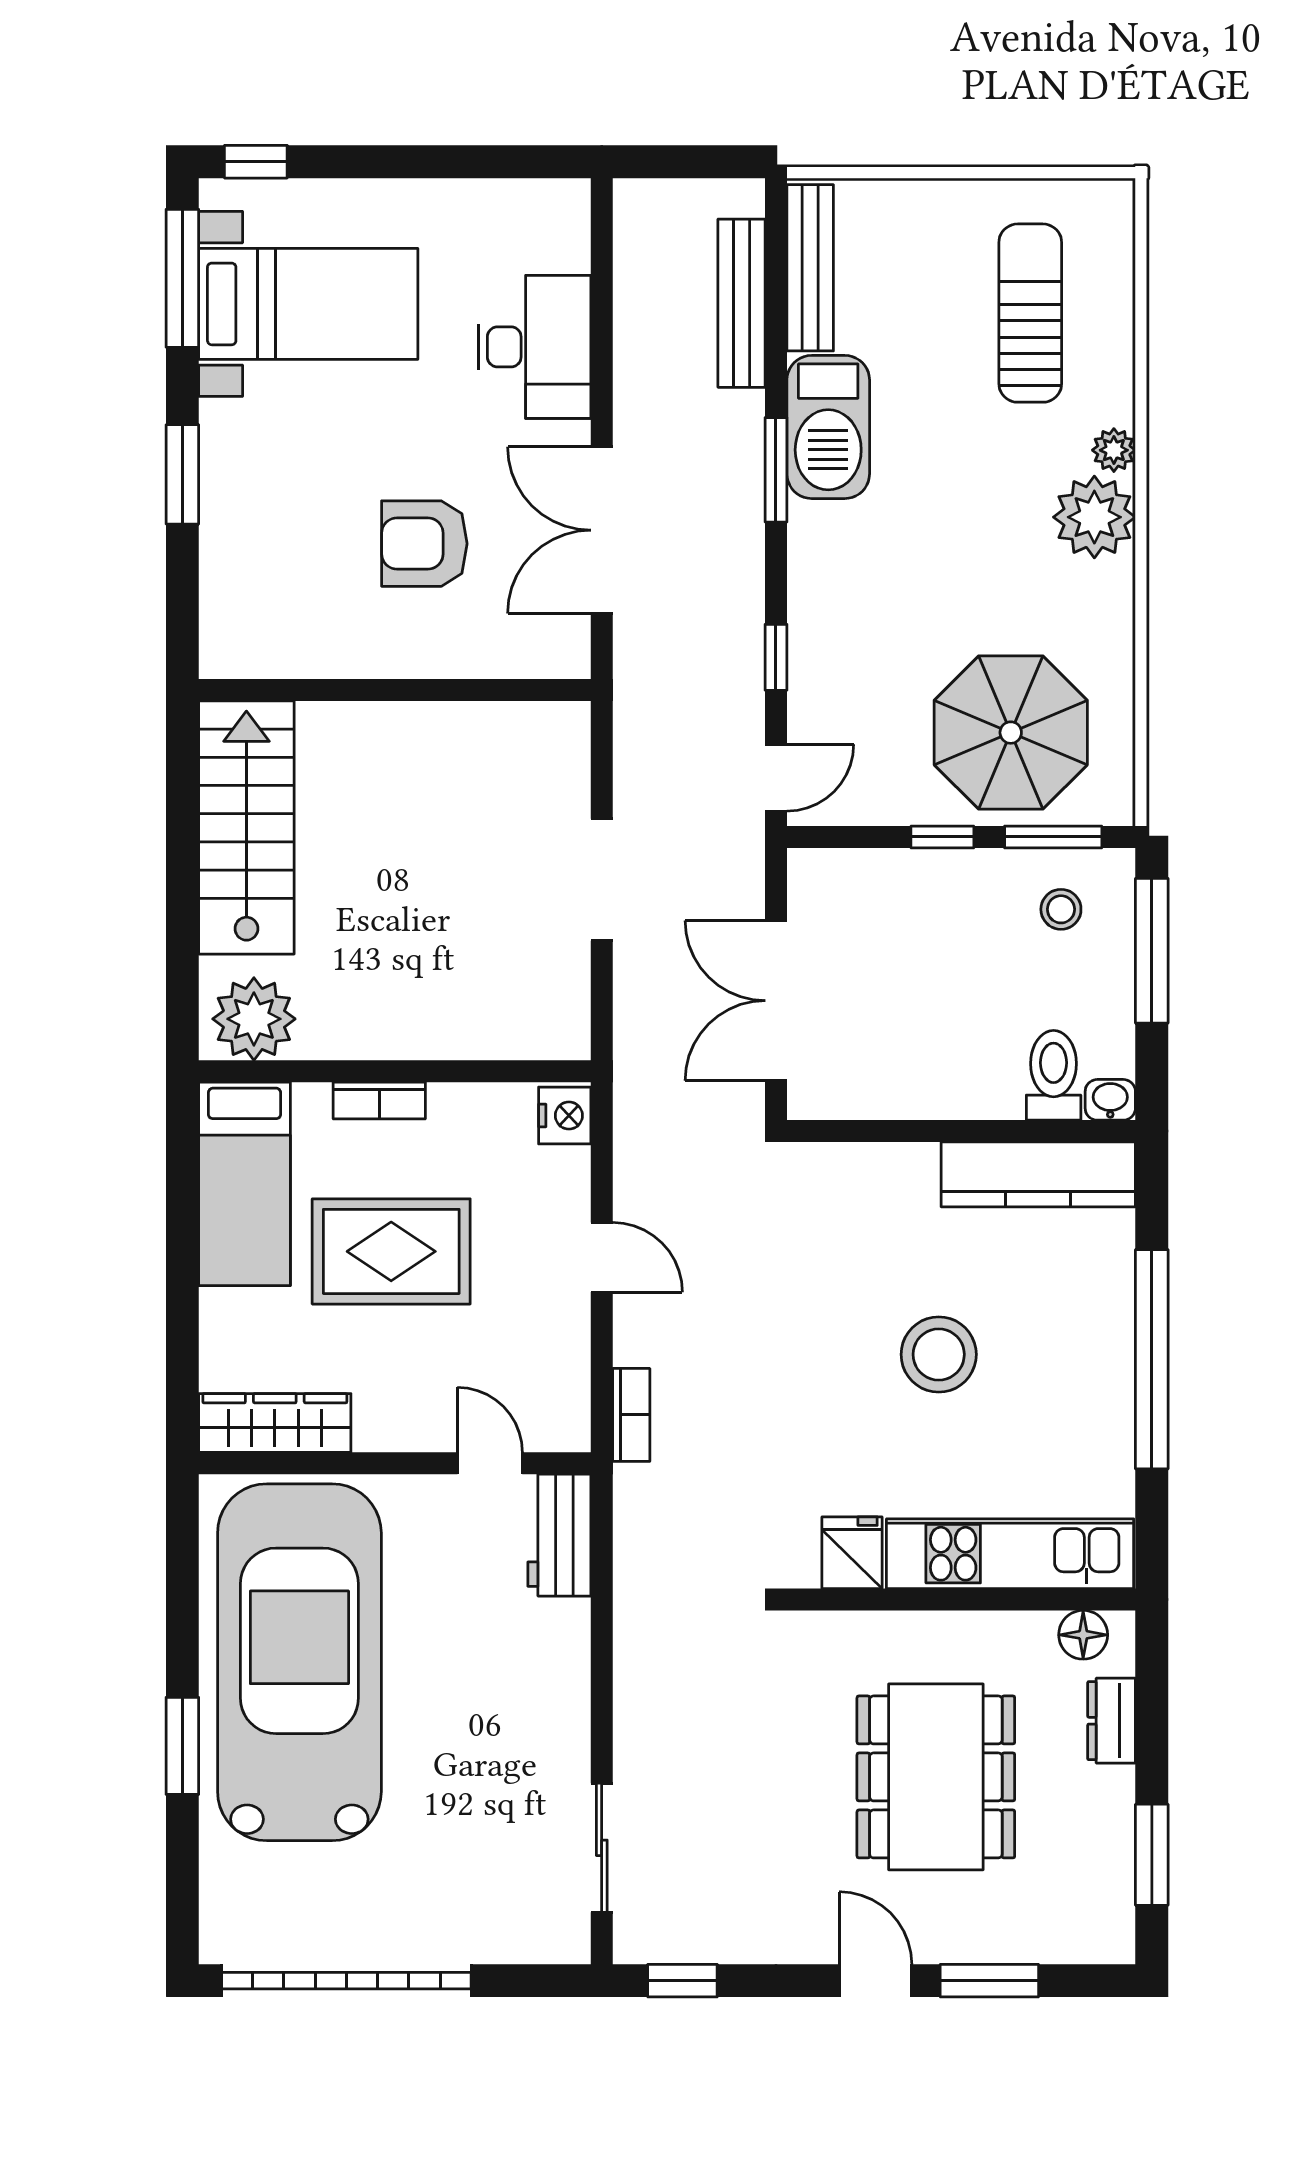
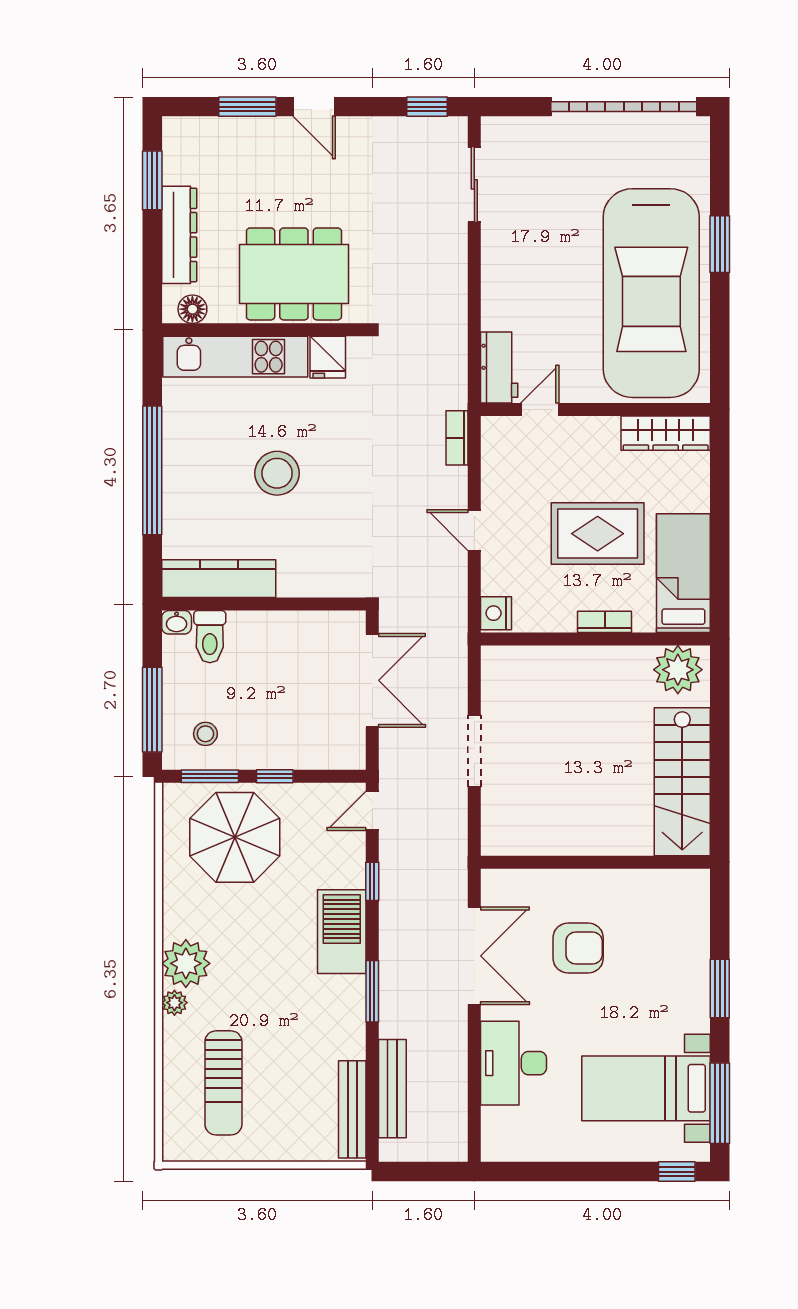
barbecue: (828, 427) -> (342, 932), moved
door: (490, 1463) -> (540, 410), swing flipped
dresser: (1112, 1721) -> (179, 235), width x1.96, depth x1.24
dining table: (936, 1777) -> (294, 274), moved, turned 90

